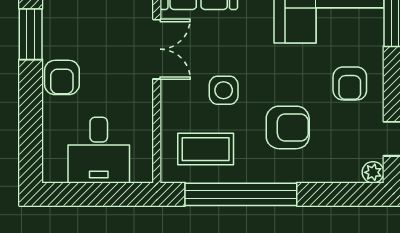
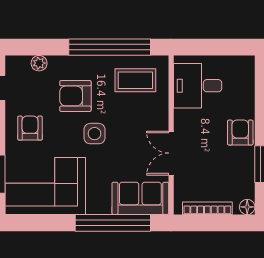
side table: (224, 90) -> (94, 134), moved
desk: (99, 150) -> (198, 86), moved, turned -90
plant: (373, 172) -> (39, 63), moved

